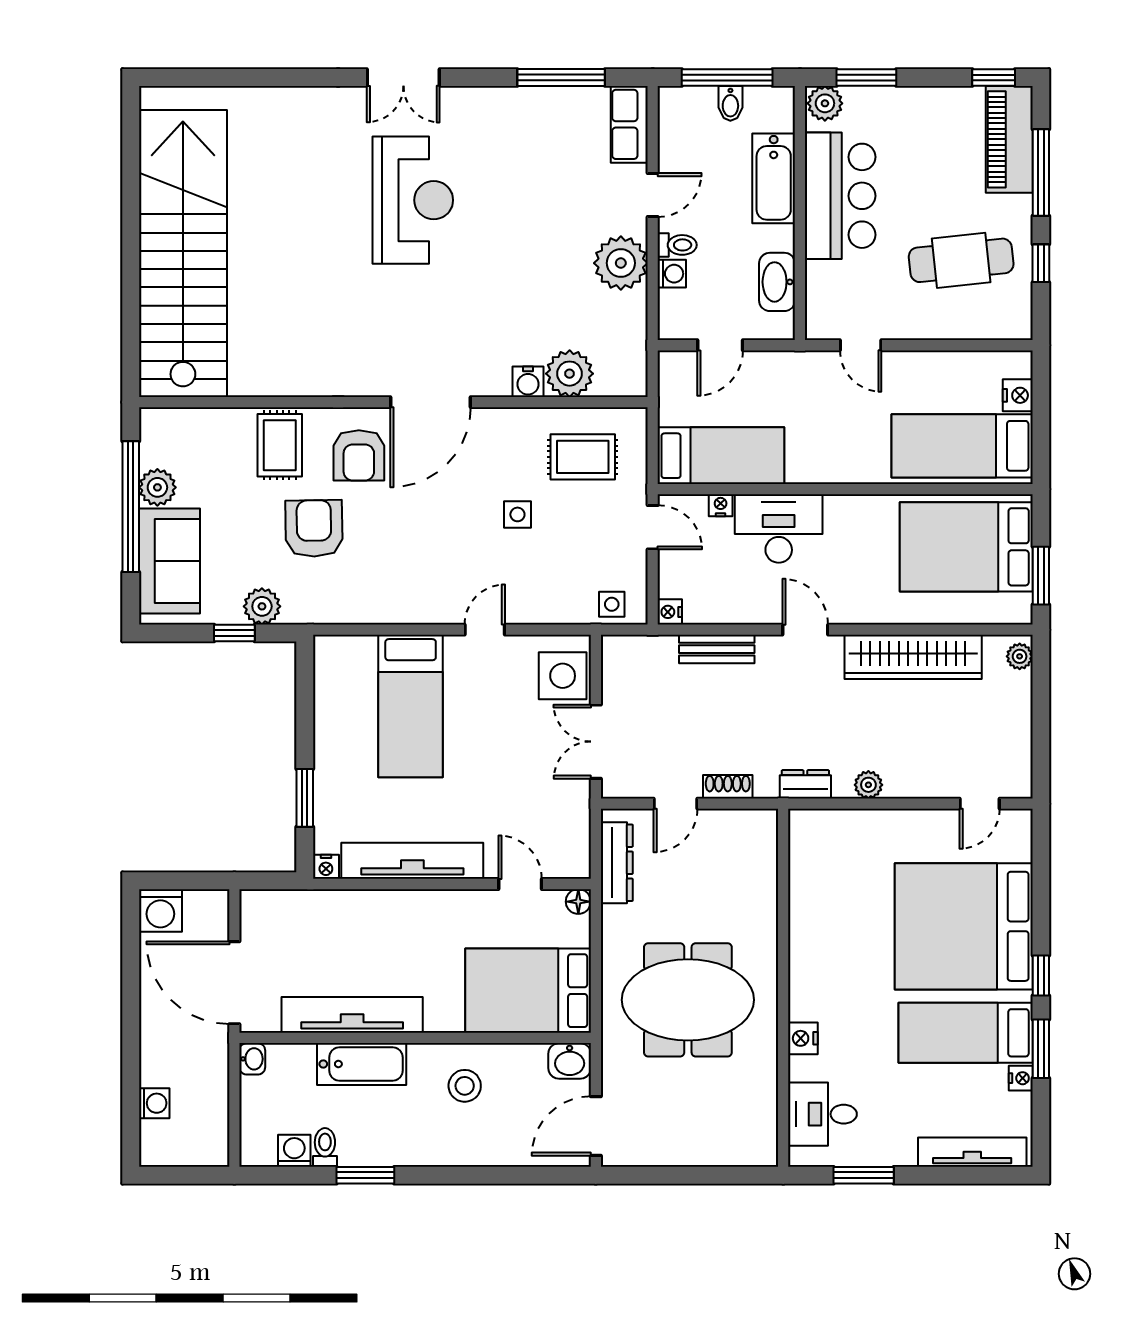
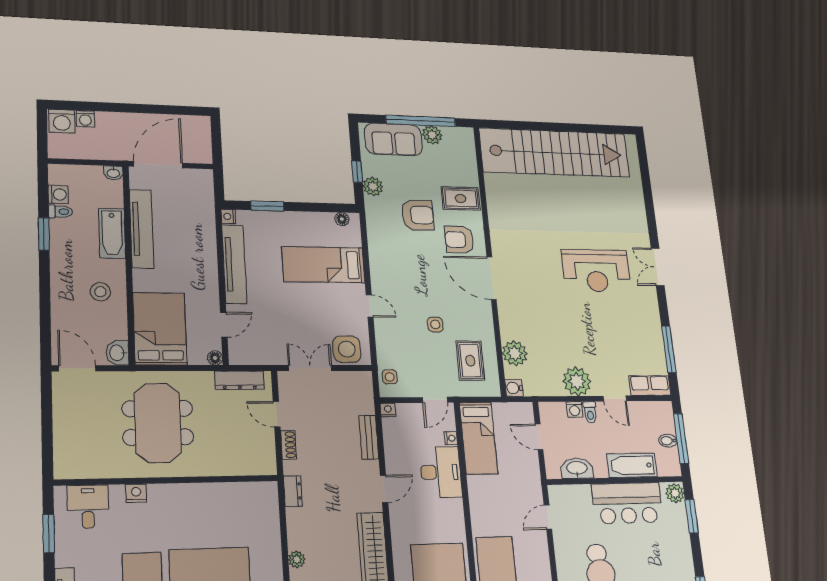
water cooler: (528, 382) -> (514, 388), moved
floor lamp: (325, 667) -> (342, 219), added
plant: (868, 785) -> (297, 559), moved
washing machine: (160, 910) -> (62, 121), moved, turned -90

